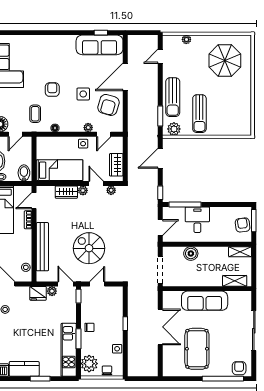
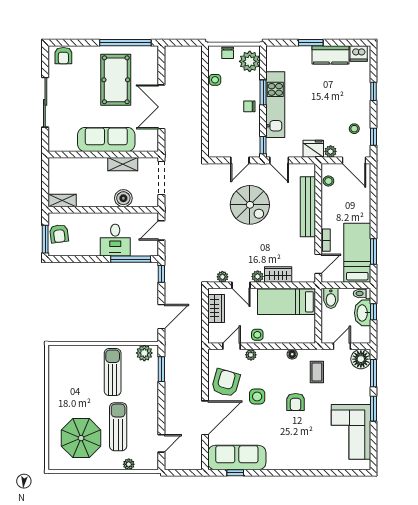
sun lounger: (173, 97) -> (118, 427), moved
shelving: (235, 281) -> (123, 164), moved
plant: (52, 291) -> (331, 151), moved
window: (125, 324) -> (205, 111), removed
kitchen unit: (69, 350) -> (275, 105), moved
window: (223, 379) -> (125, 43), moved

